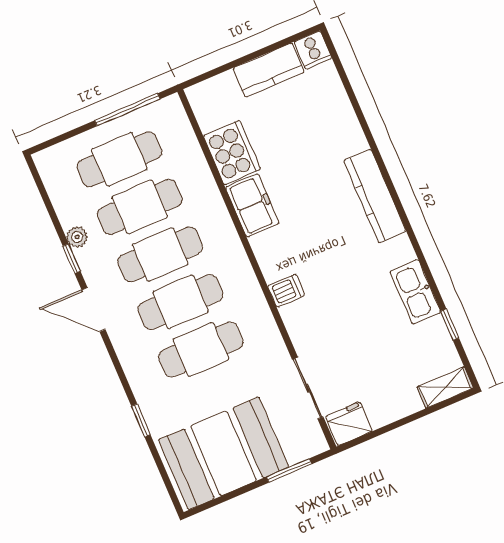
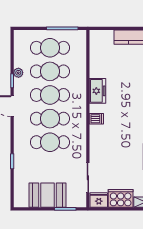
cooker: (232, 153) -> (121, 198), moved, turned -90
dishwasher: (286, 291) -> (96, 119), moved
booth: (224, 453) -> (47, 195), width x0.73, depth x0.70

